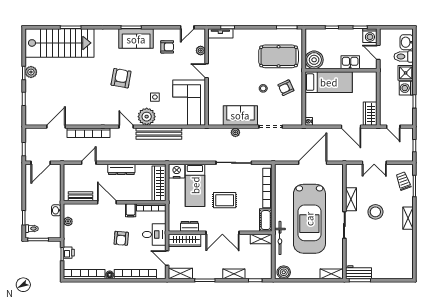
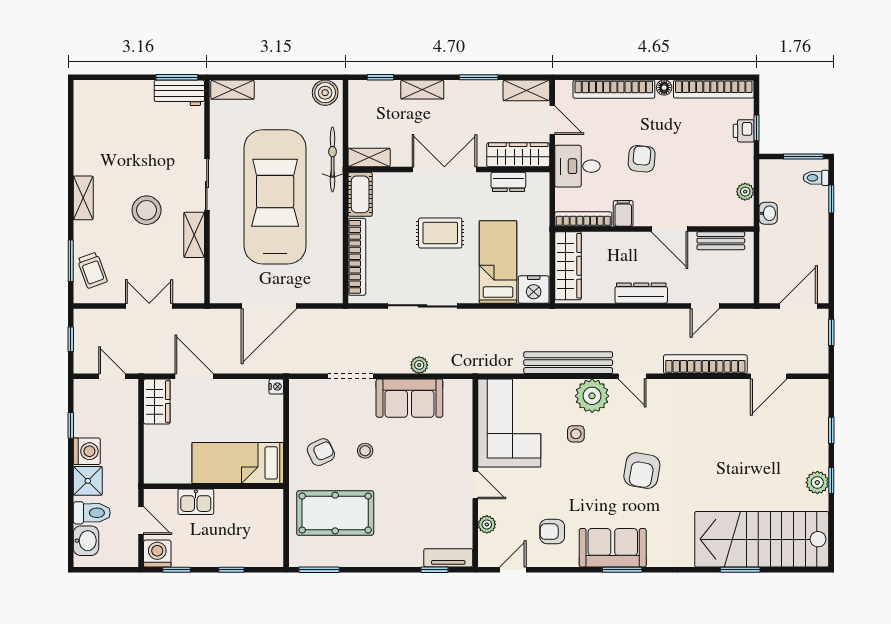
boiler: (314, 60) -> (266, 506), removed

